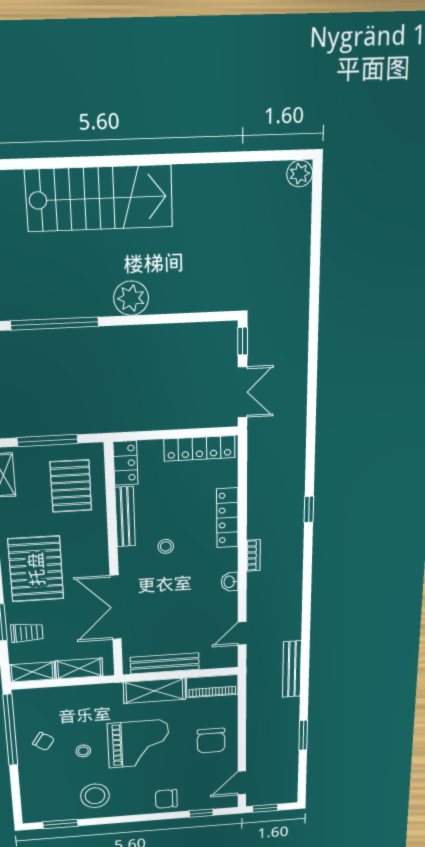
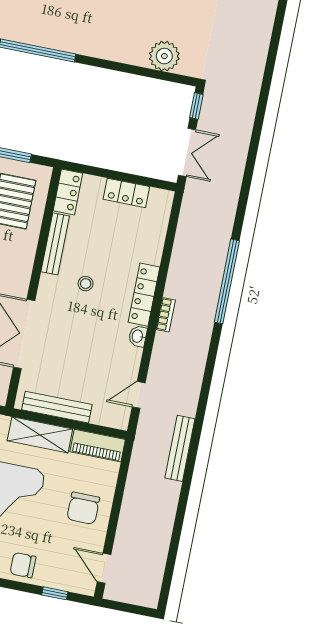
plant: (131, 298) -> (164, 56), moved
locker: (199, 448) -> (126, 193), width x0.66
window: (309, 509) -> (227, 281), width x3.17
locker: (227, 518) -> (144, 295), moved
window: (303, 735) -> (177, 529), removed
door: (242, 783) -> (104, 568), hinge flipped
window: (265, 808) -> (122, 607), removed

